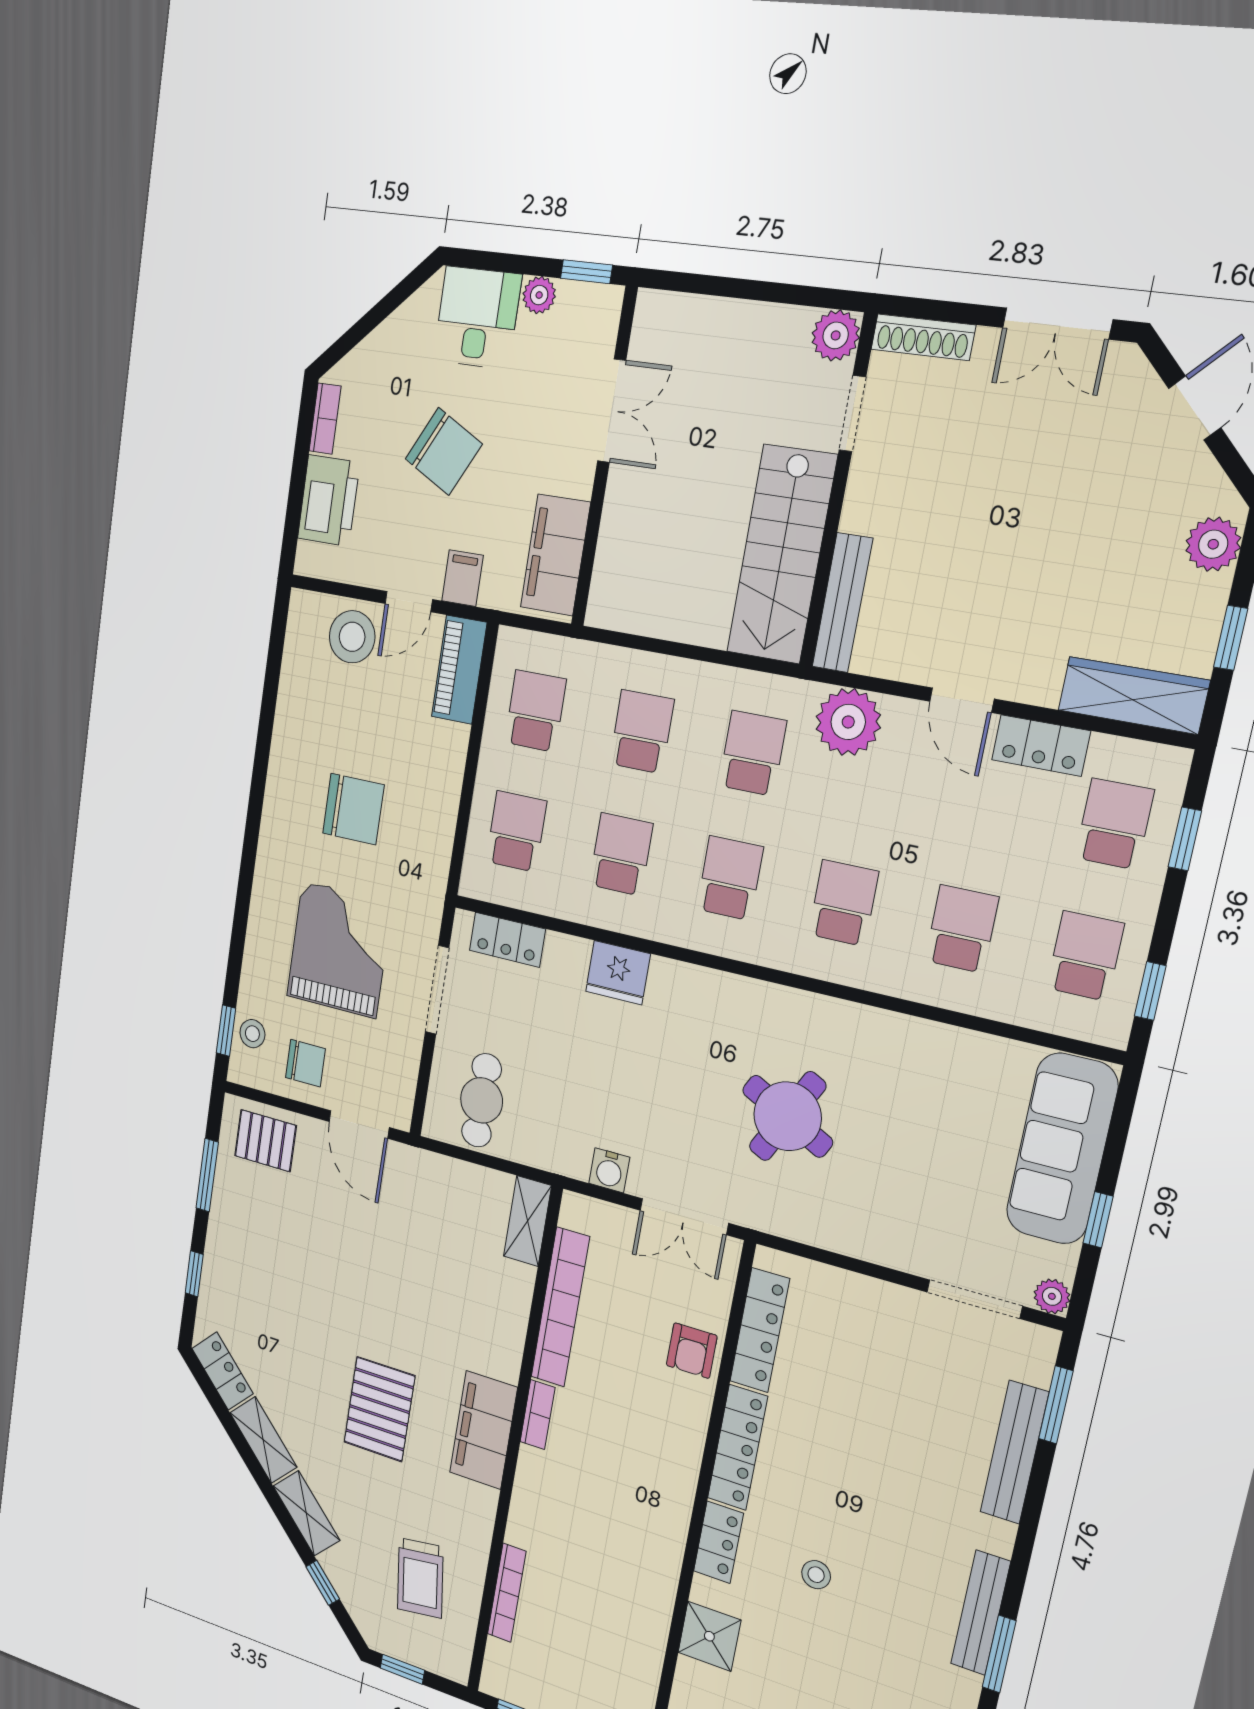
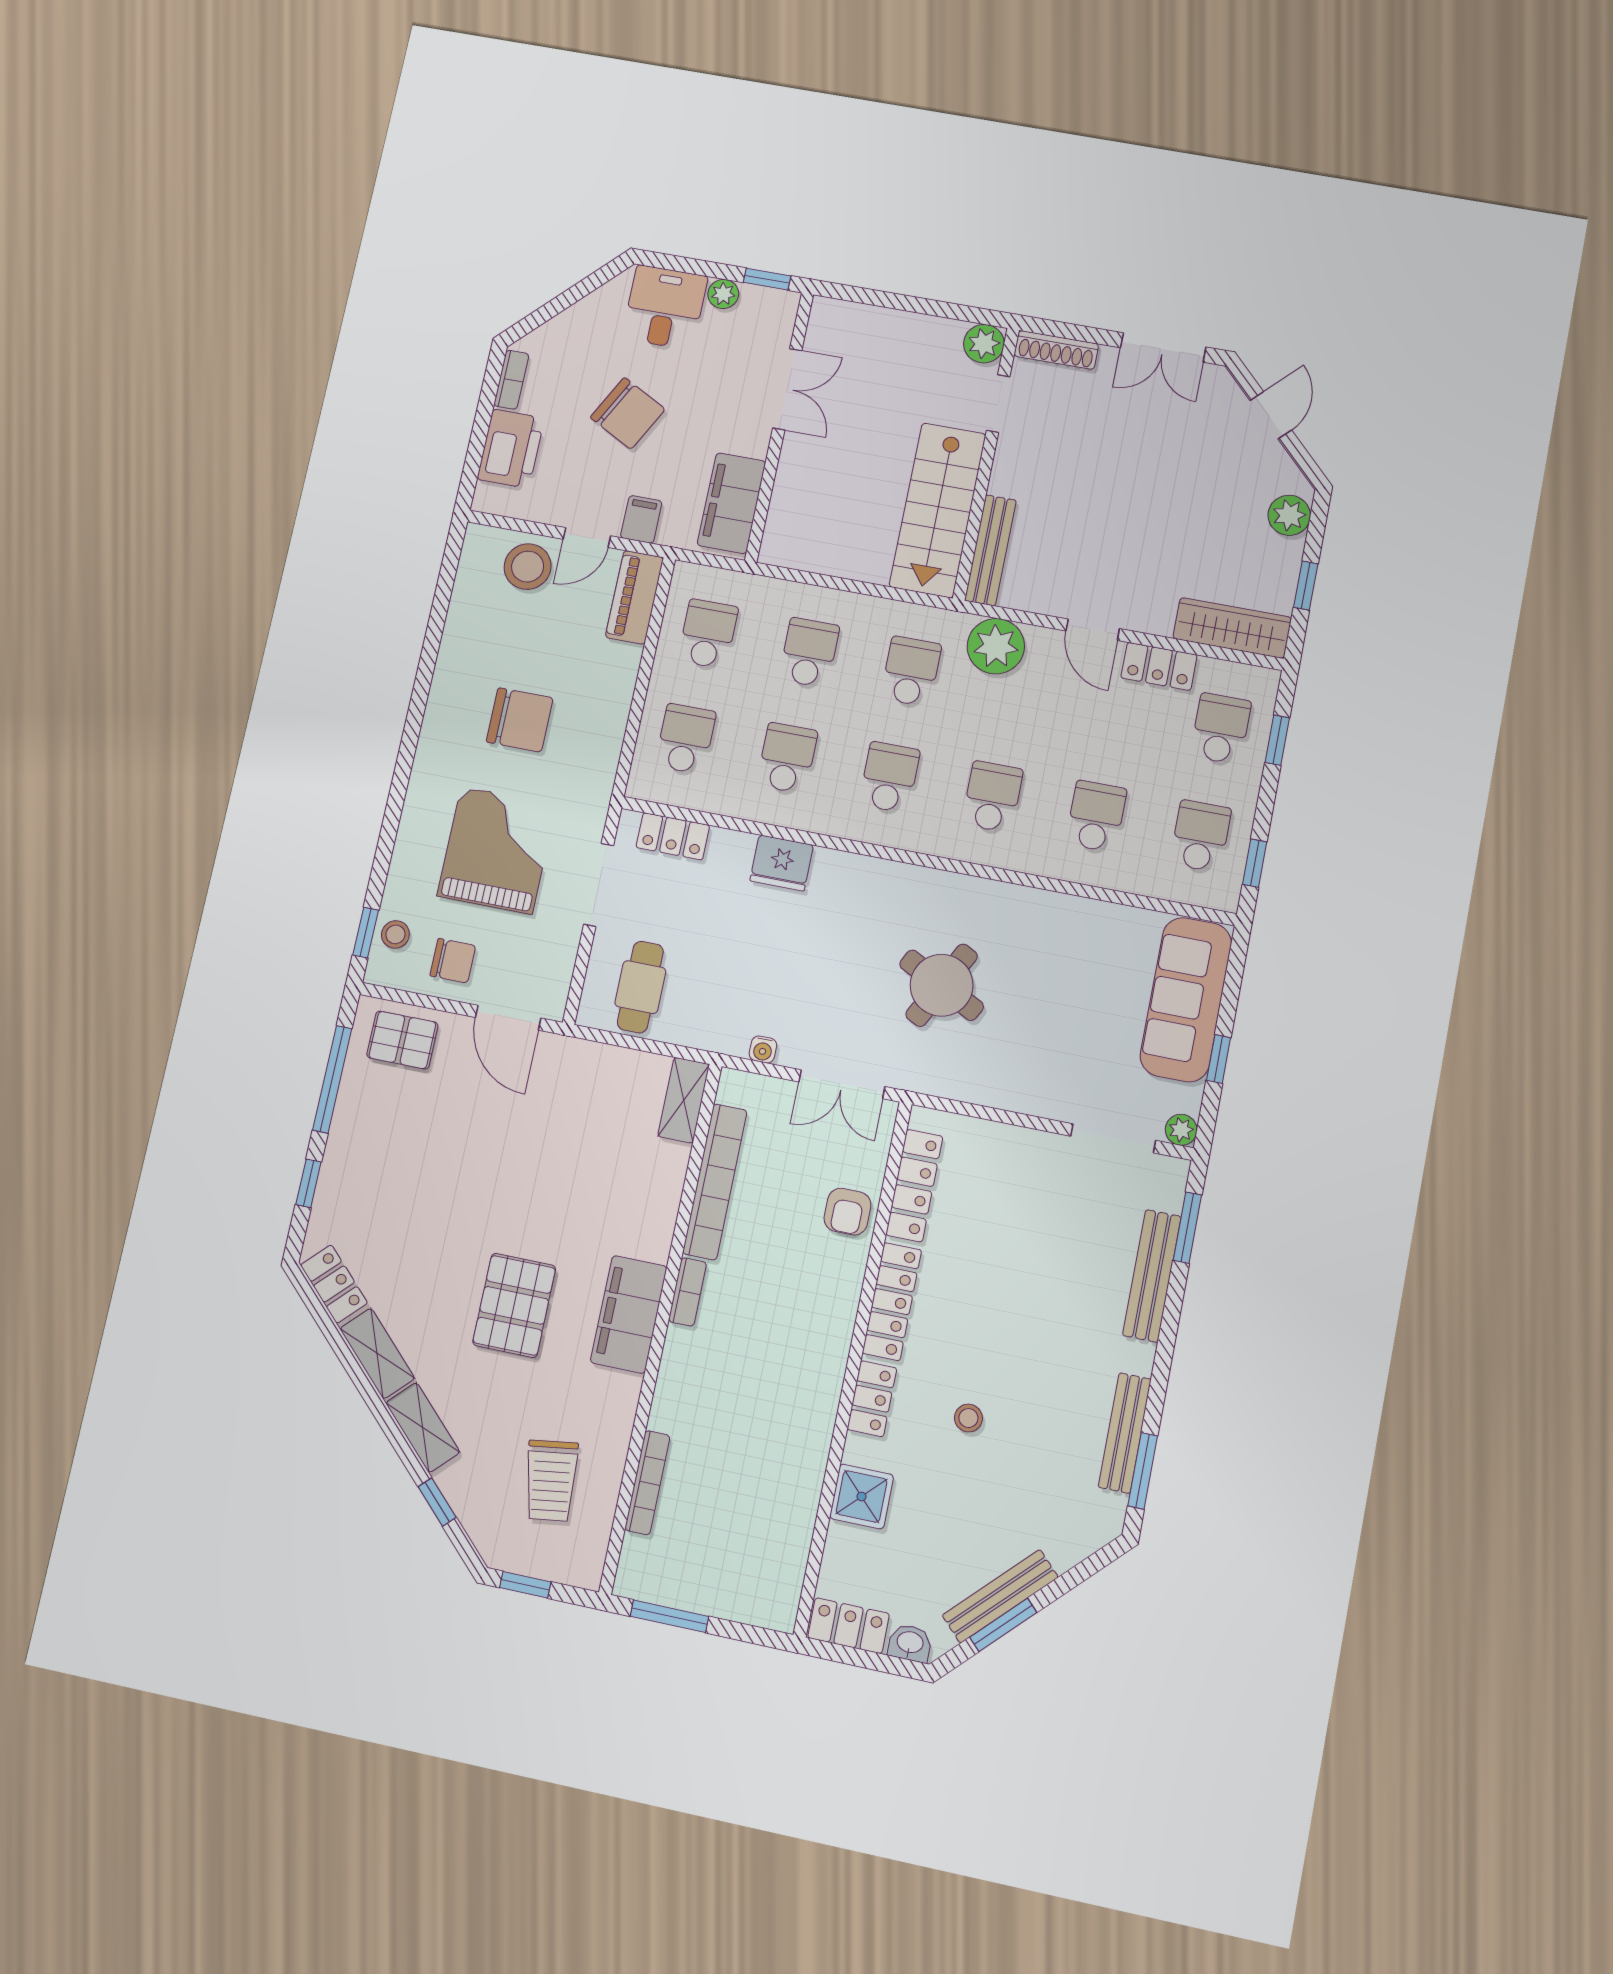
water cooler: (609, 1170) -> (763, 1049), width x0.72, depth x0.72
window: (207, 1175) -> (332, 1079), width x1.44

